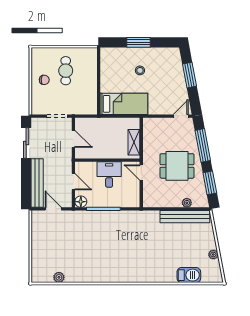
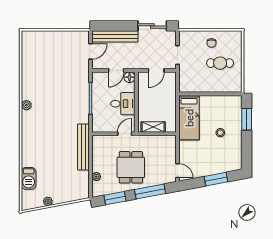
window: (139, 42) -> (247, 119), moved
floor lamp: (81, 202) -> (130, 77), moved
bench: (185, 217) -> (83, 147), moved
plant: (59, 277) -> (26, 105), moved

